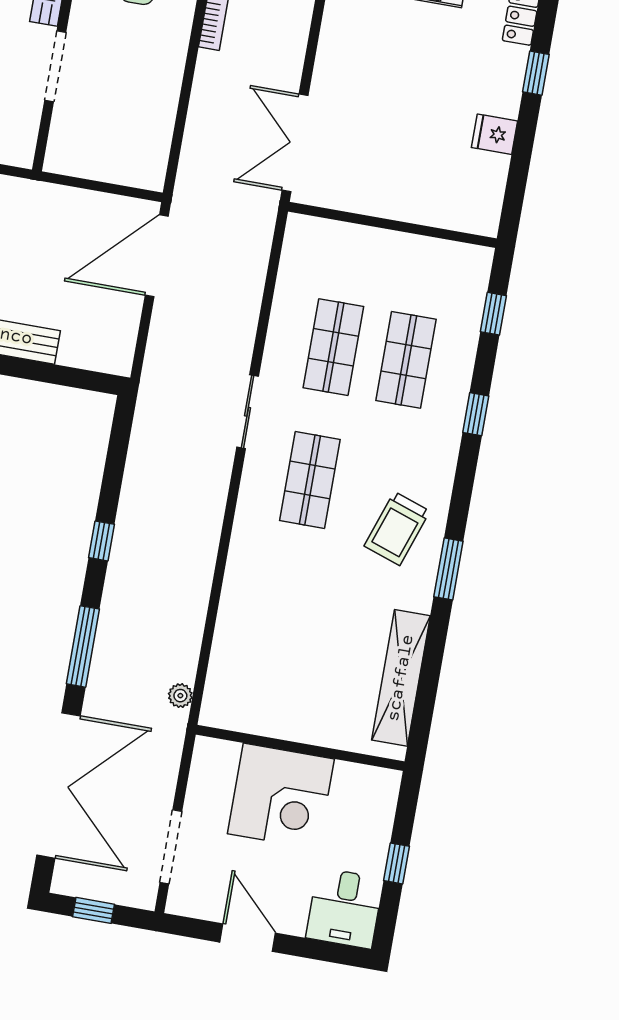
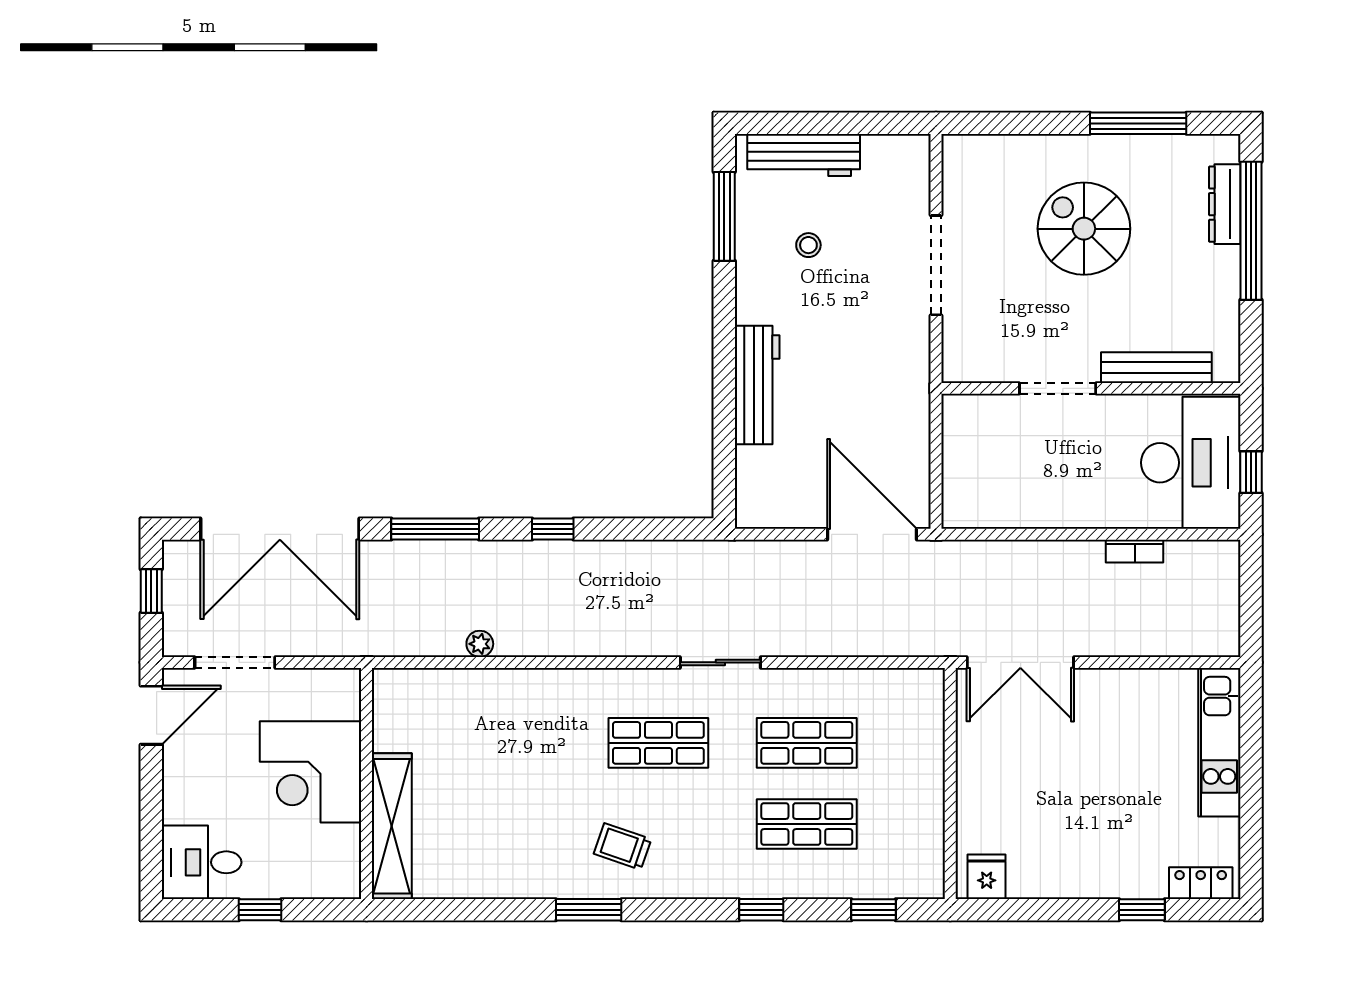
fridge: (495, 134) -> (987, 877), moved
double door: (295, 143) -> (1020, 662), swing flipped
trolley: (397, 529) -> (623, 846), width x0.73, depth x0.72
shelving: (401, 678) -> (392, 826), moved, turned 90
plant: (180, 696) -> (480, 644), moved
door: (248, 938) -> (151, 715), moved

